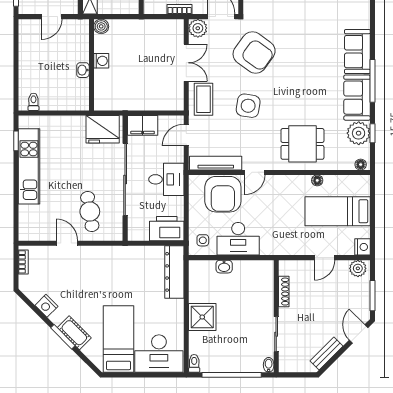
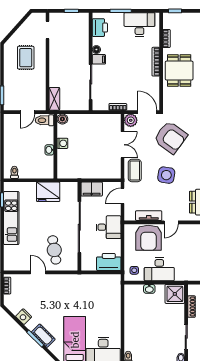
toilet: (76, 28) -> (45, 120), added
fridge: (103, 129) -> (48, 192), moved
tv unit: (216, 163) -> (149, 216), width x0.71
dresser: (174, 272) -> (114, 293), removed
shower: (202, 317) -> (175, 294), moved

